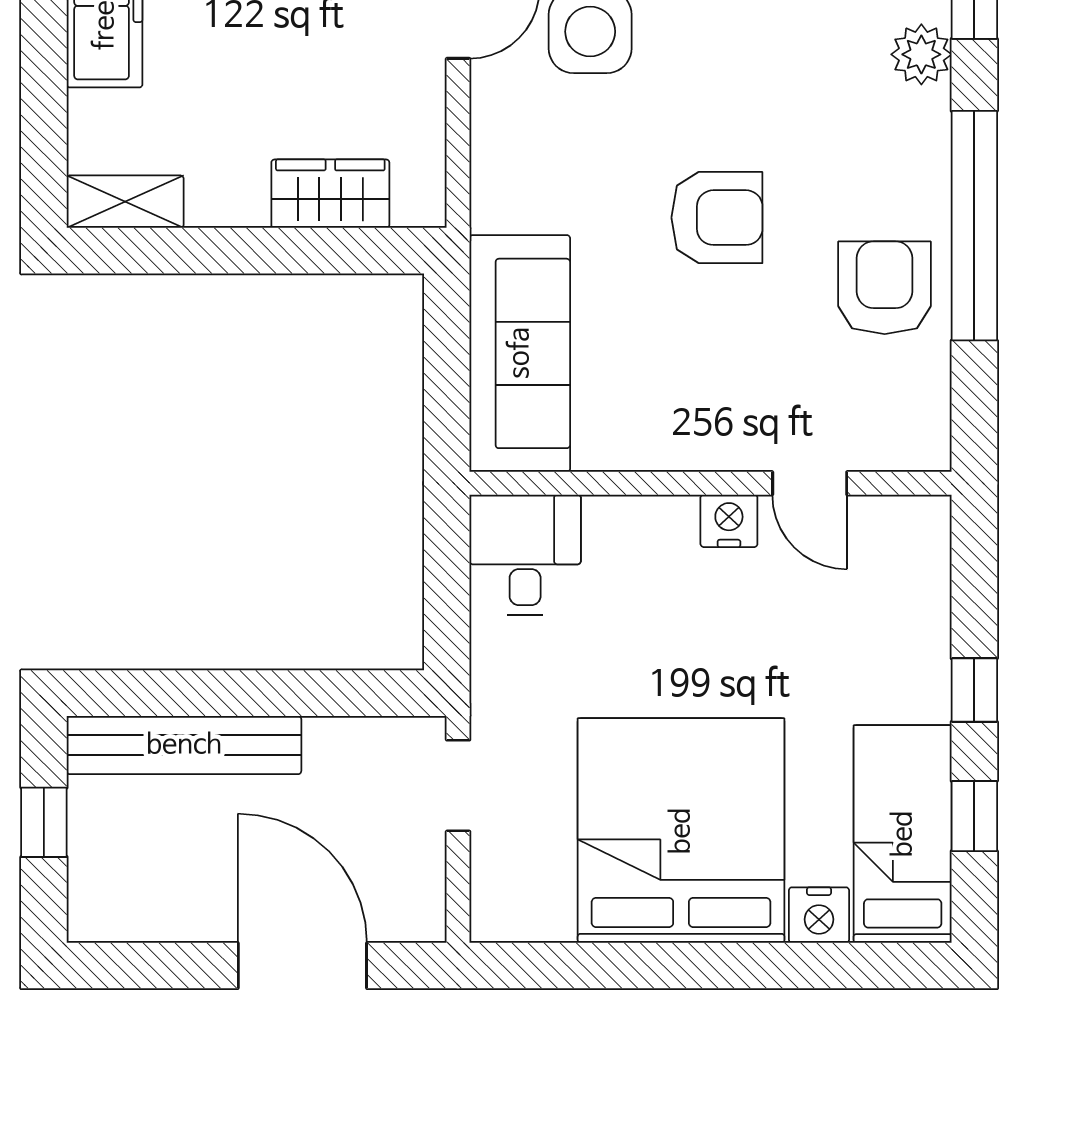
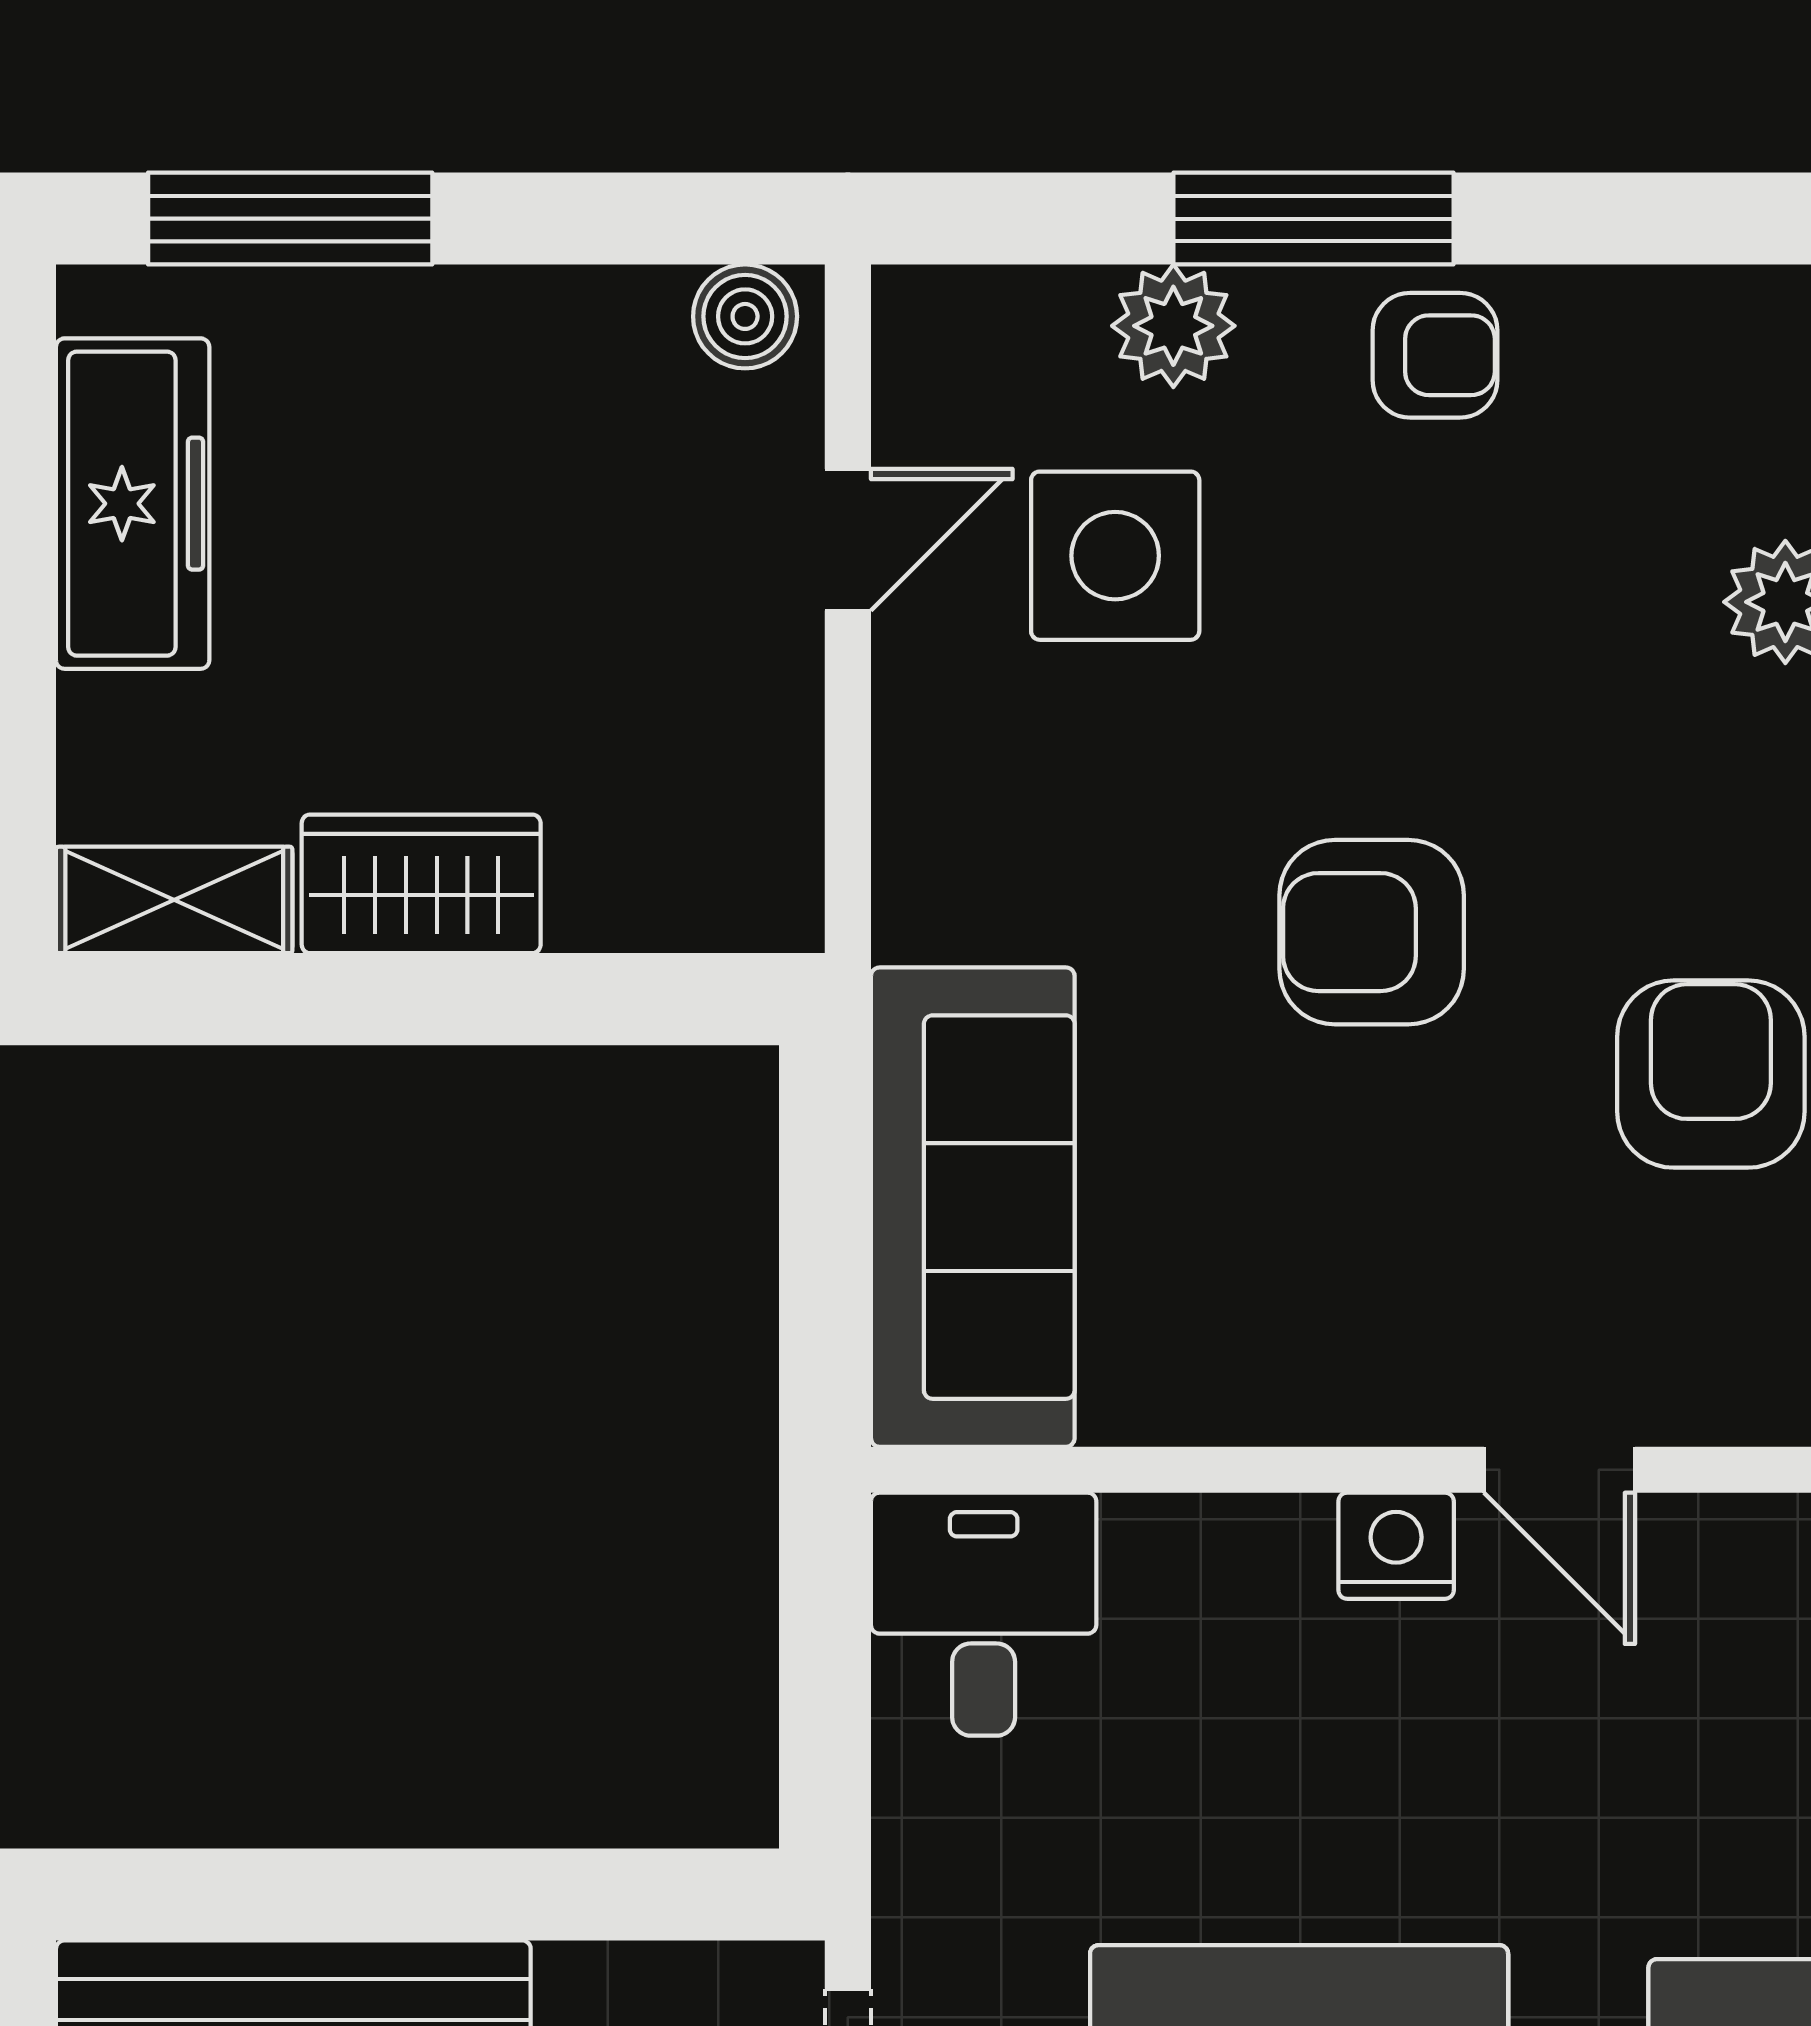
wardrobe: (330, 194) -> (421, 884), moved
armchair: (717, 218) -> (1372, 932), turned 180

